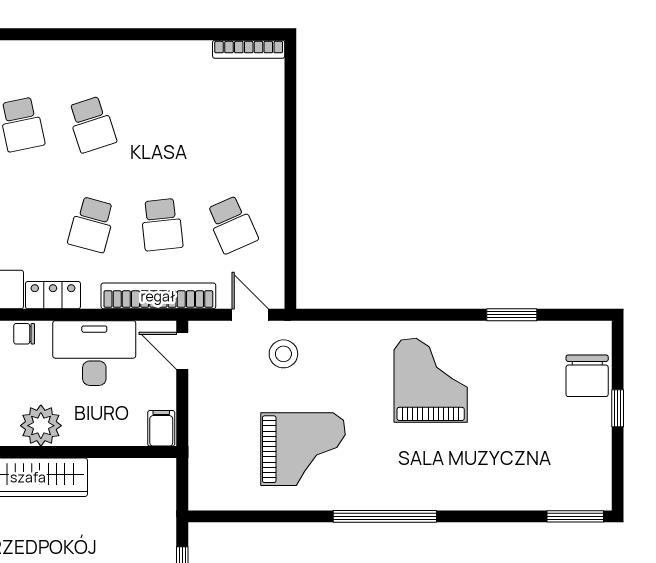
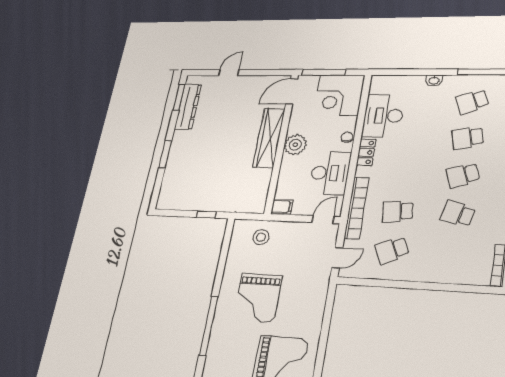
school desk: (92, 225) -> (458, 214), moved
stool: (283, 354) -> (261, 237), moved
grand piano: (303, 449) -> (258, 298), moved

